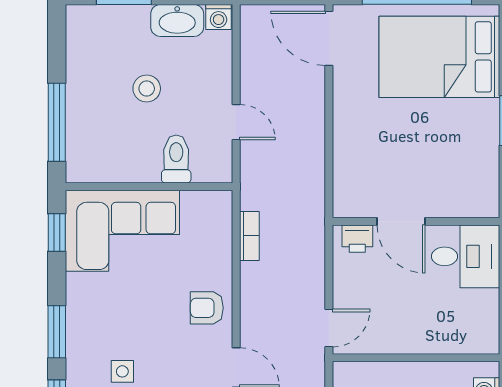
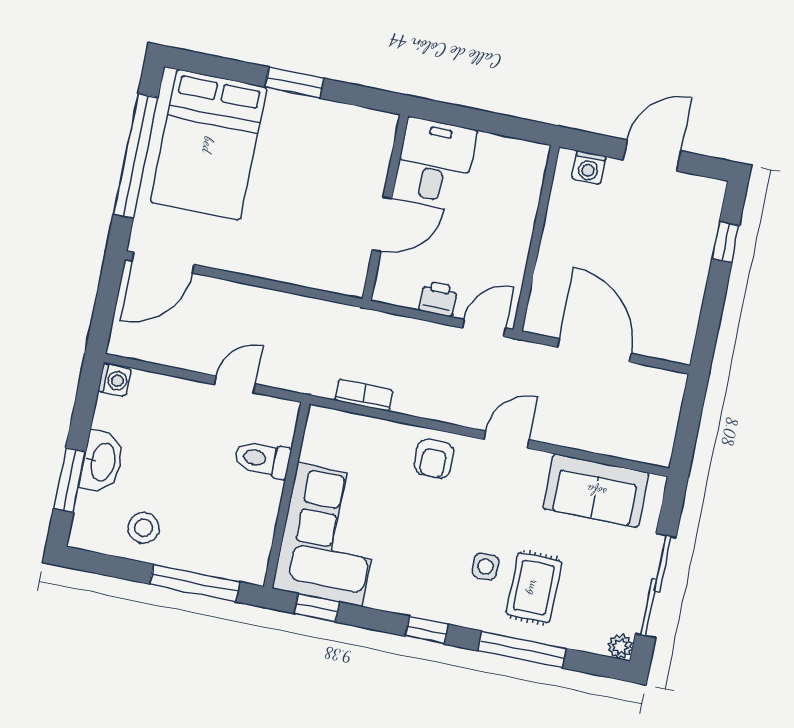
washbasin: (177, 20) -> (102, 462), moved
stool: (147, 89) -> (144, 528), moved
printer: (357, 239) -> (438, 299), moved, turned -90
door: (329, 328) -> (484, 328), hinge flipped
window: (57, 332) -> (427, 630), width x0.67

